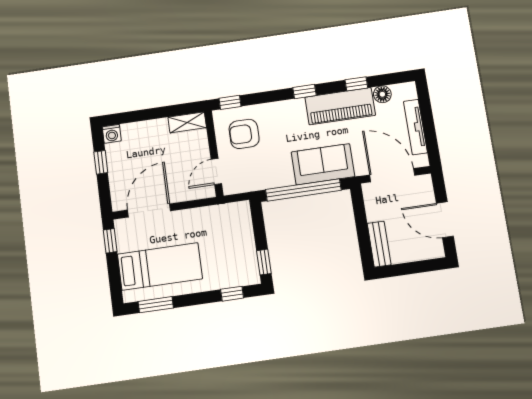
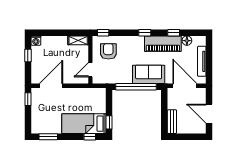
armchair: (244, 134) -> (108, 51), turned 90
bed: (160, 266) -> (84, 124), moved, turned 180

